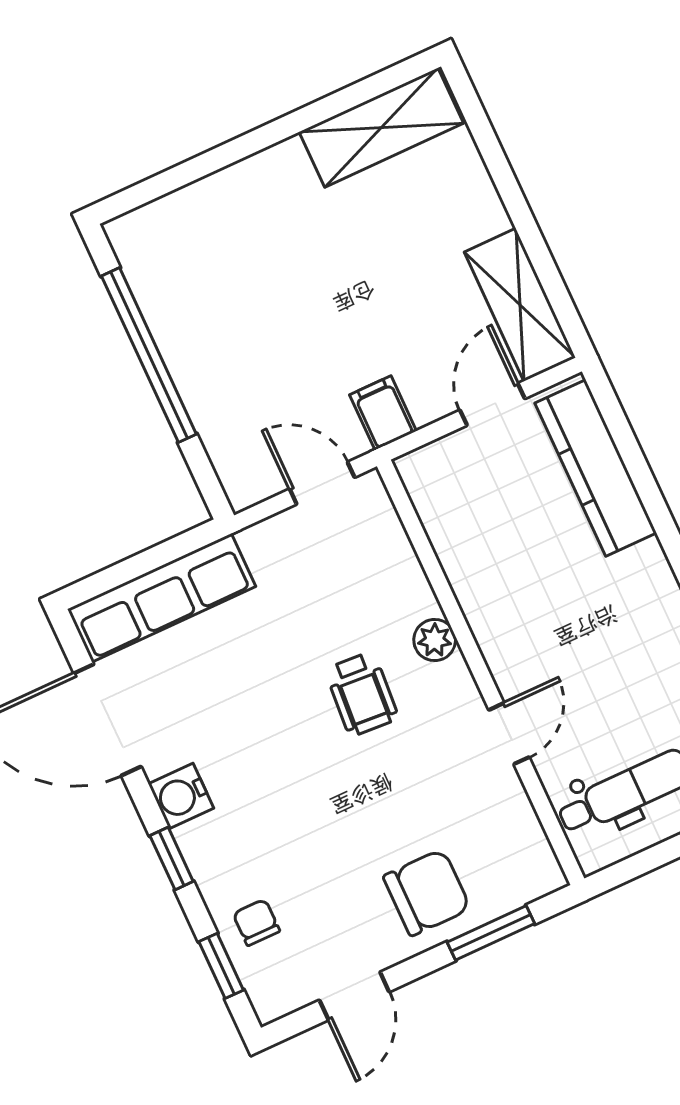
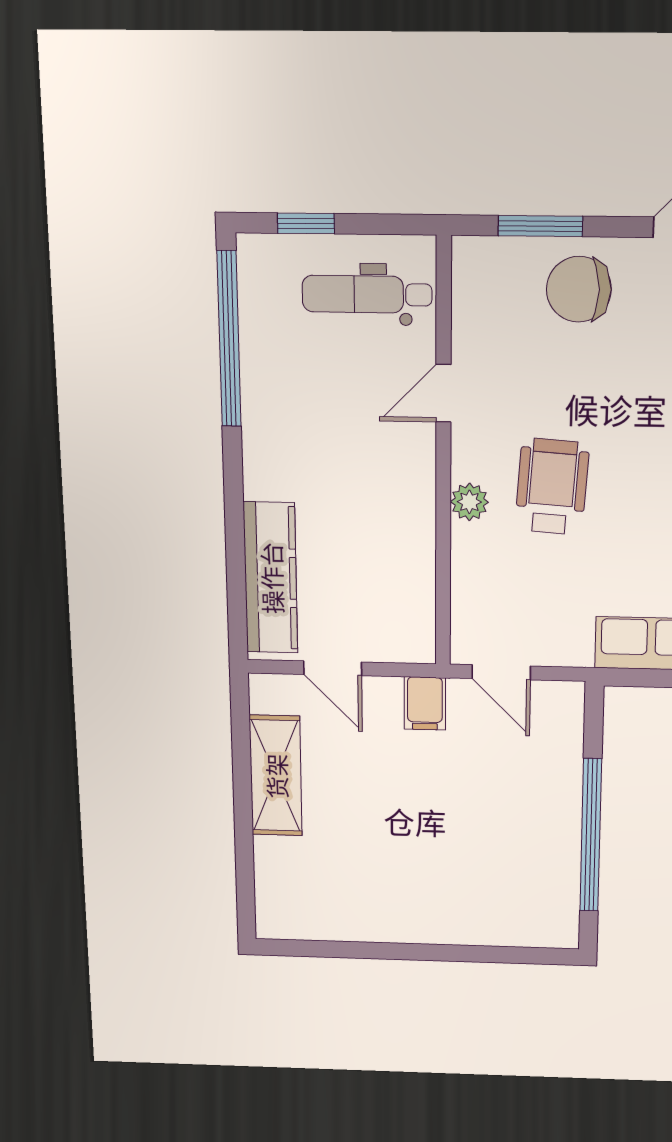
shelving: (381, 127) -> (323, 917), removed
shelving: (520, 305) -> (276, 776), moved
door: (492, 404) -> (333, 668), hinge flipped
wheelchair: (362, 694) -> (552, 487), width x1.36, depth x1.37

